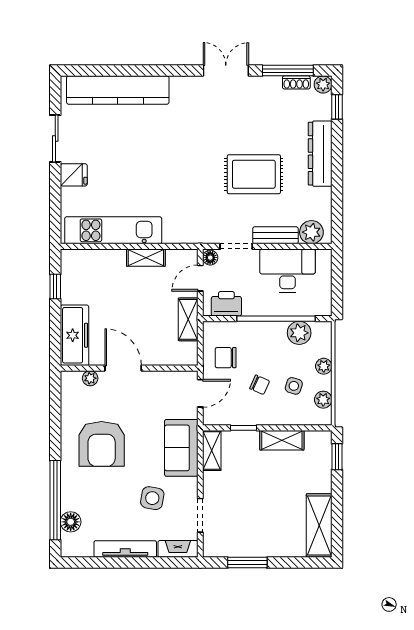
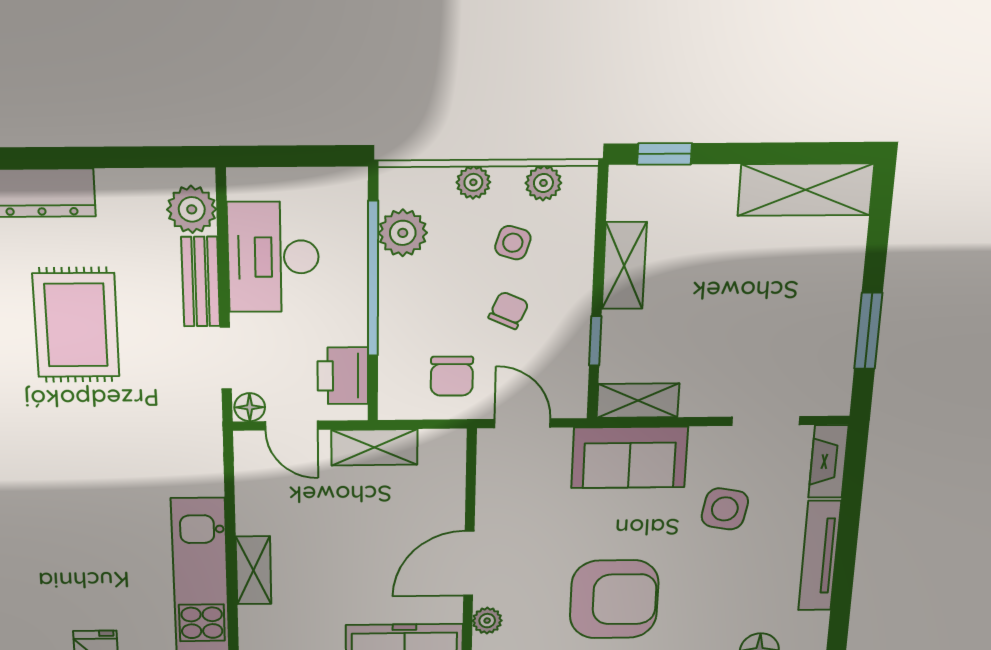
shelving: (146, 258) -> (253, 570), moved

